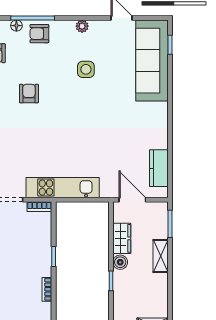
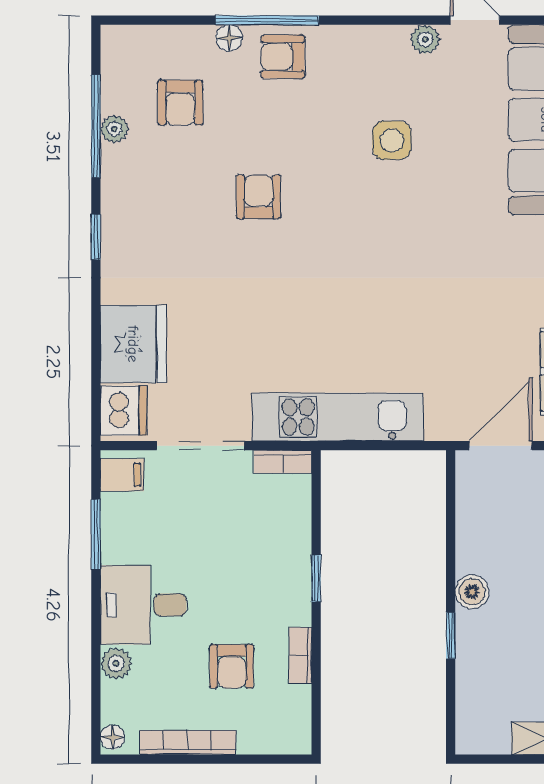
plant: (82, 26) -> (425, 39), moved
door: (132, 200) -> (501, 446), hinge flipped
wardrobe: (122, 238) -> (476, 536), removed
armchair: (17, 294) -> (232, 666), added

